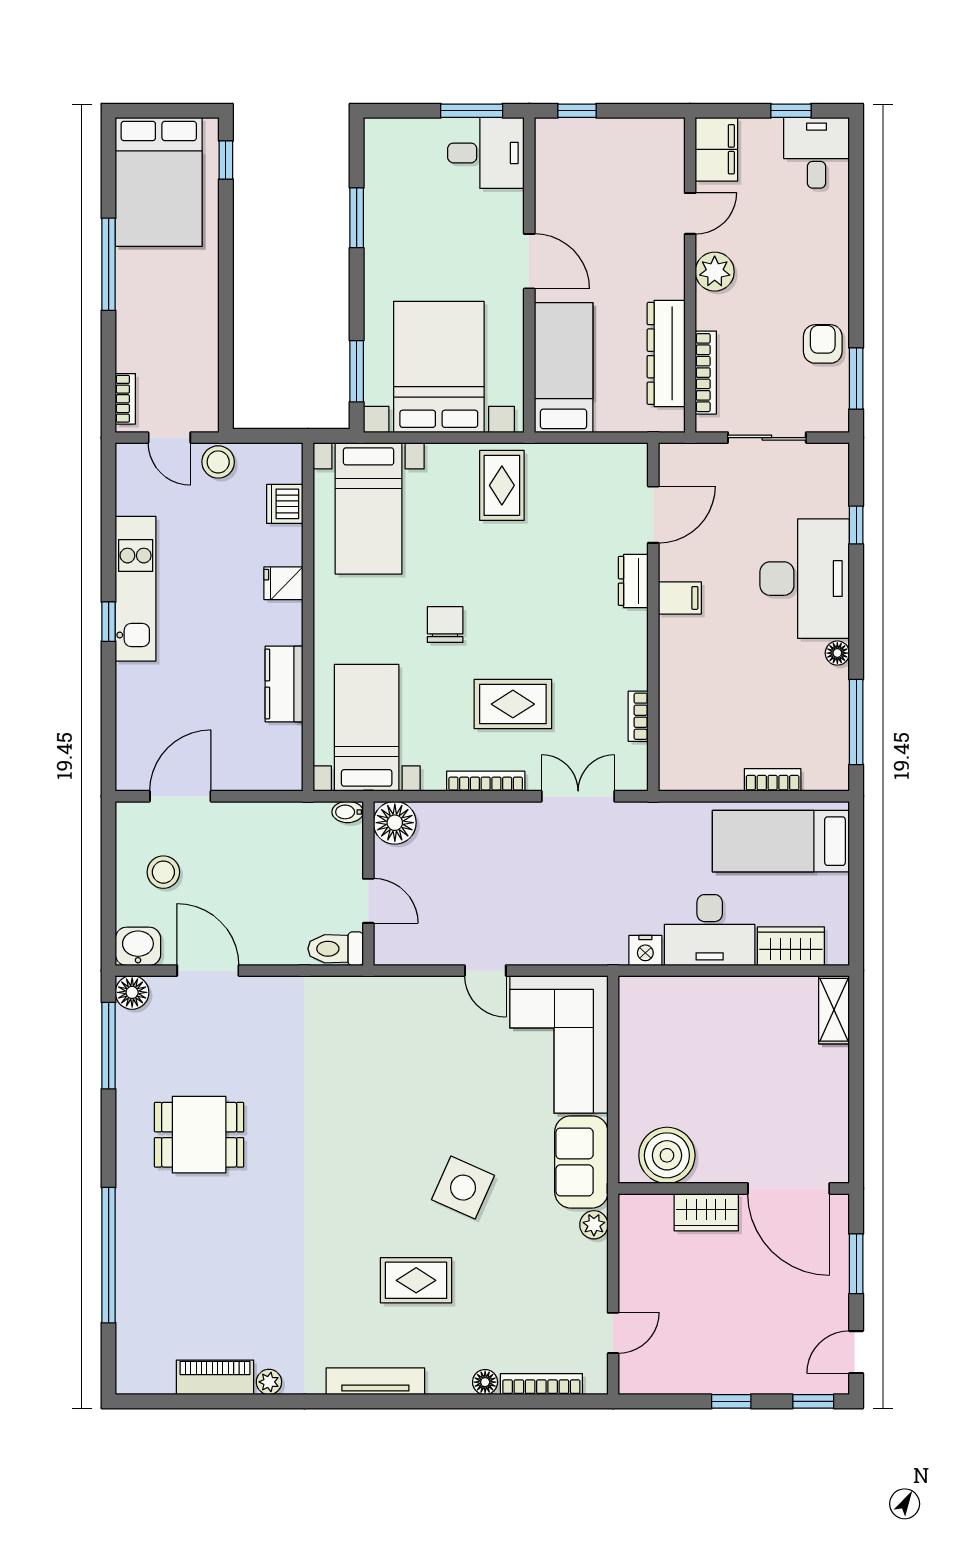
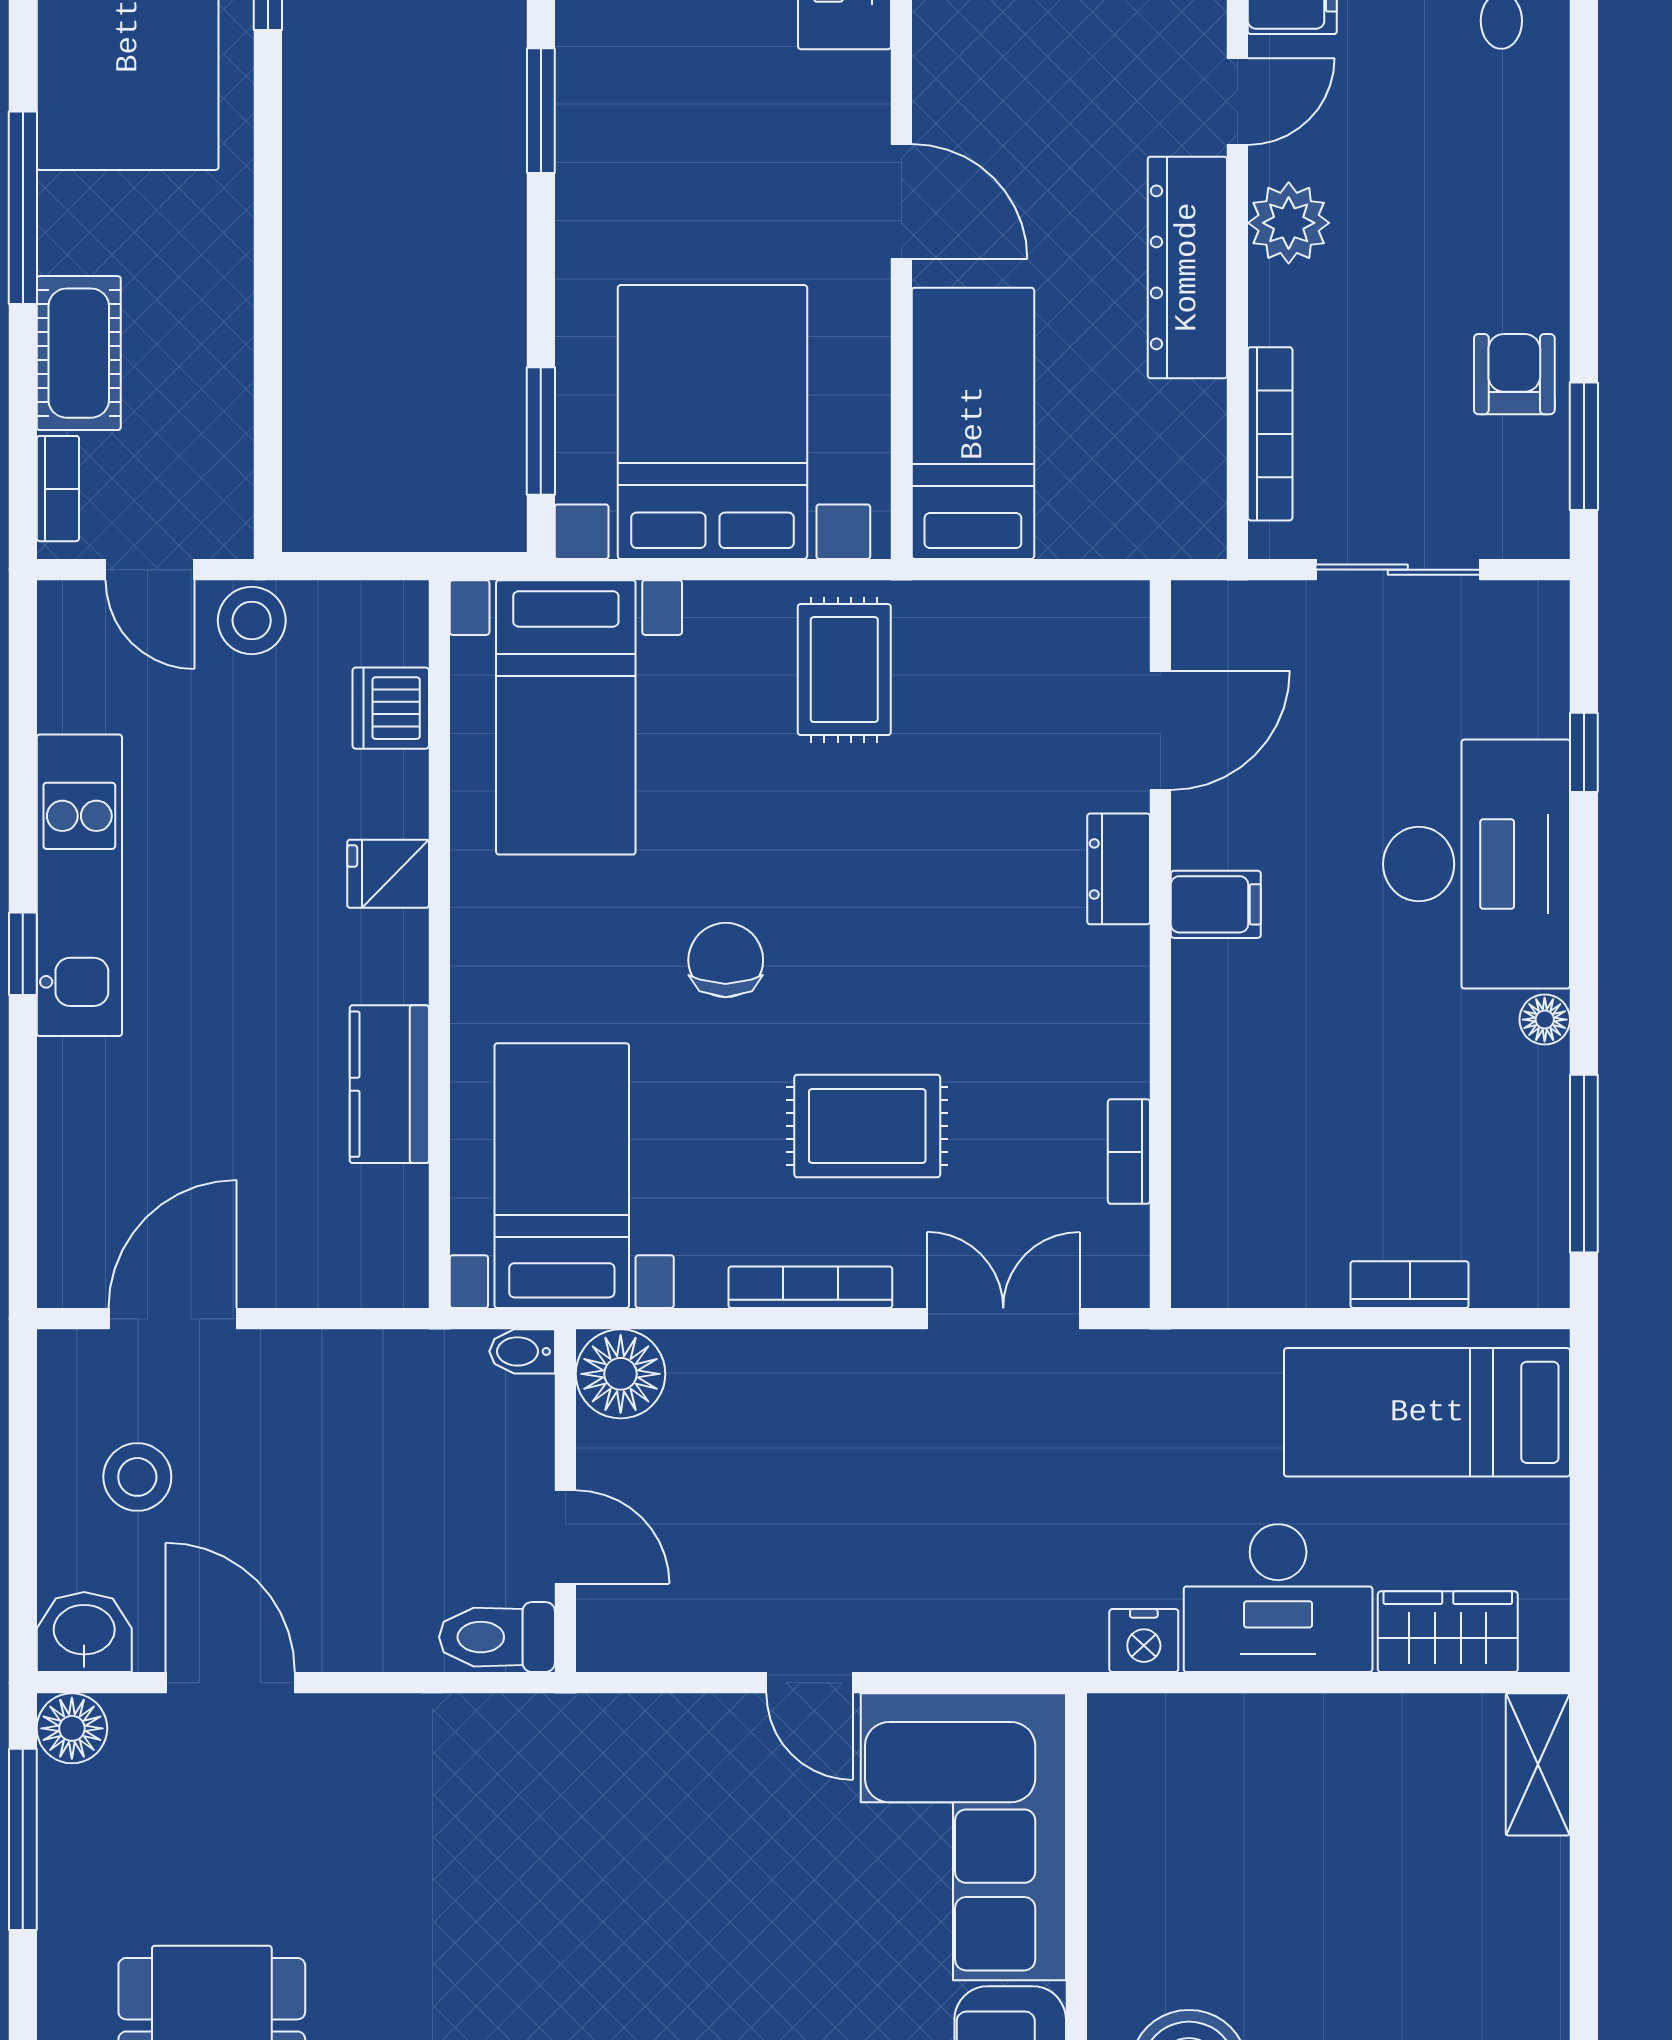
cot: (135, 334) -> (79, 353), added
dresser: (666, 353) -> (1187, 267), moved

